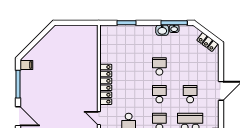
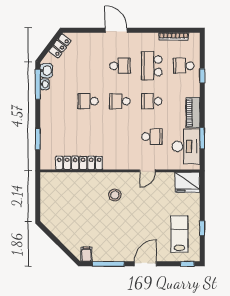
washbasin: (162, 30) -> (46, 71), moved
locker: (106, 84) -> (79, 163), moved
stool: (78, 90) -> (115, 195), added
school desk: (190, 94) -> (120, 66), turned 180

